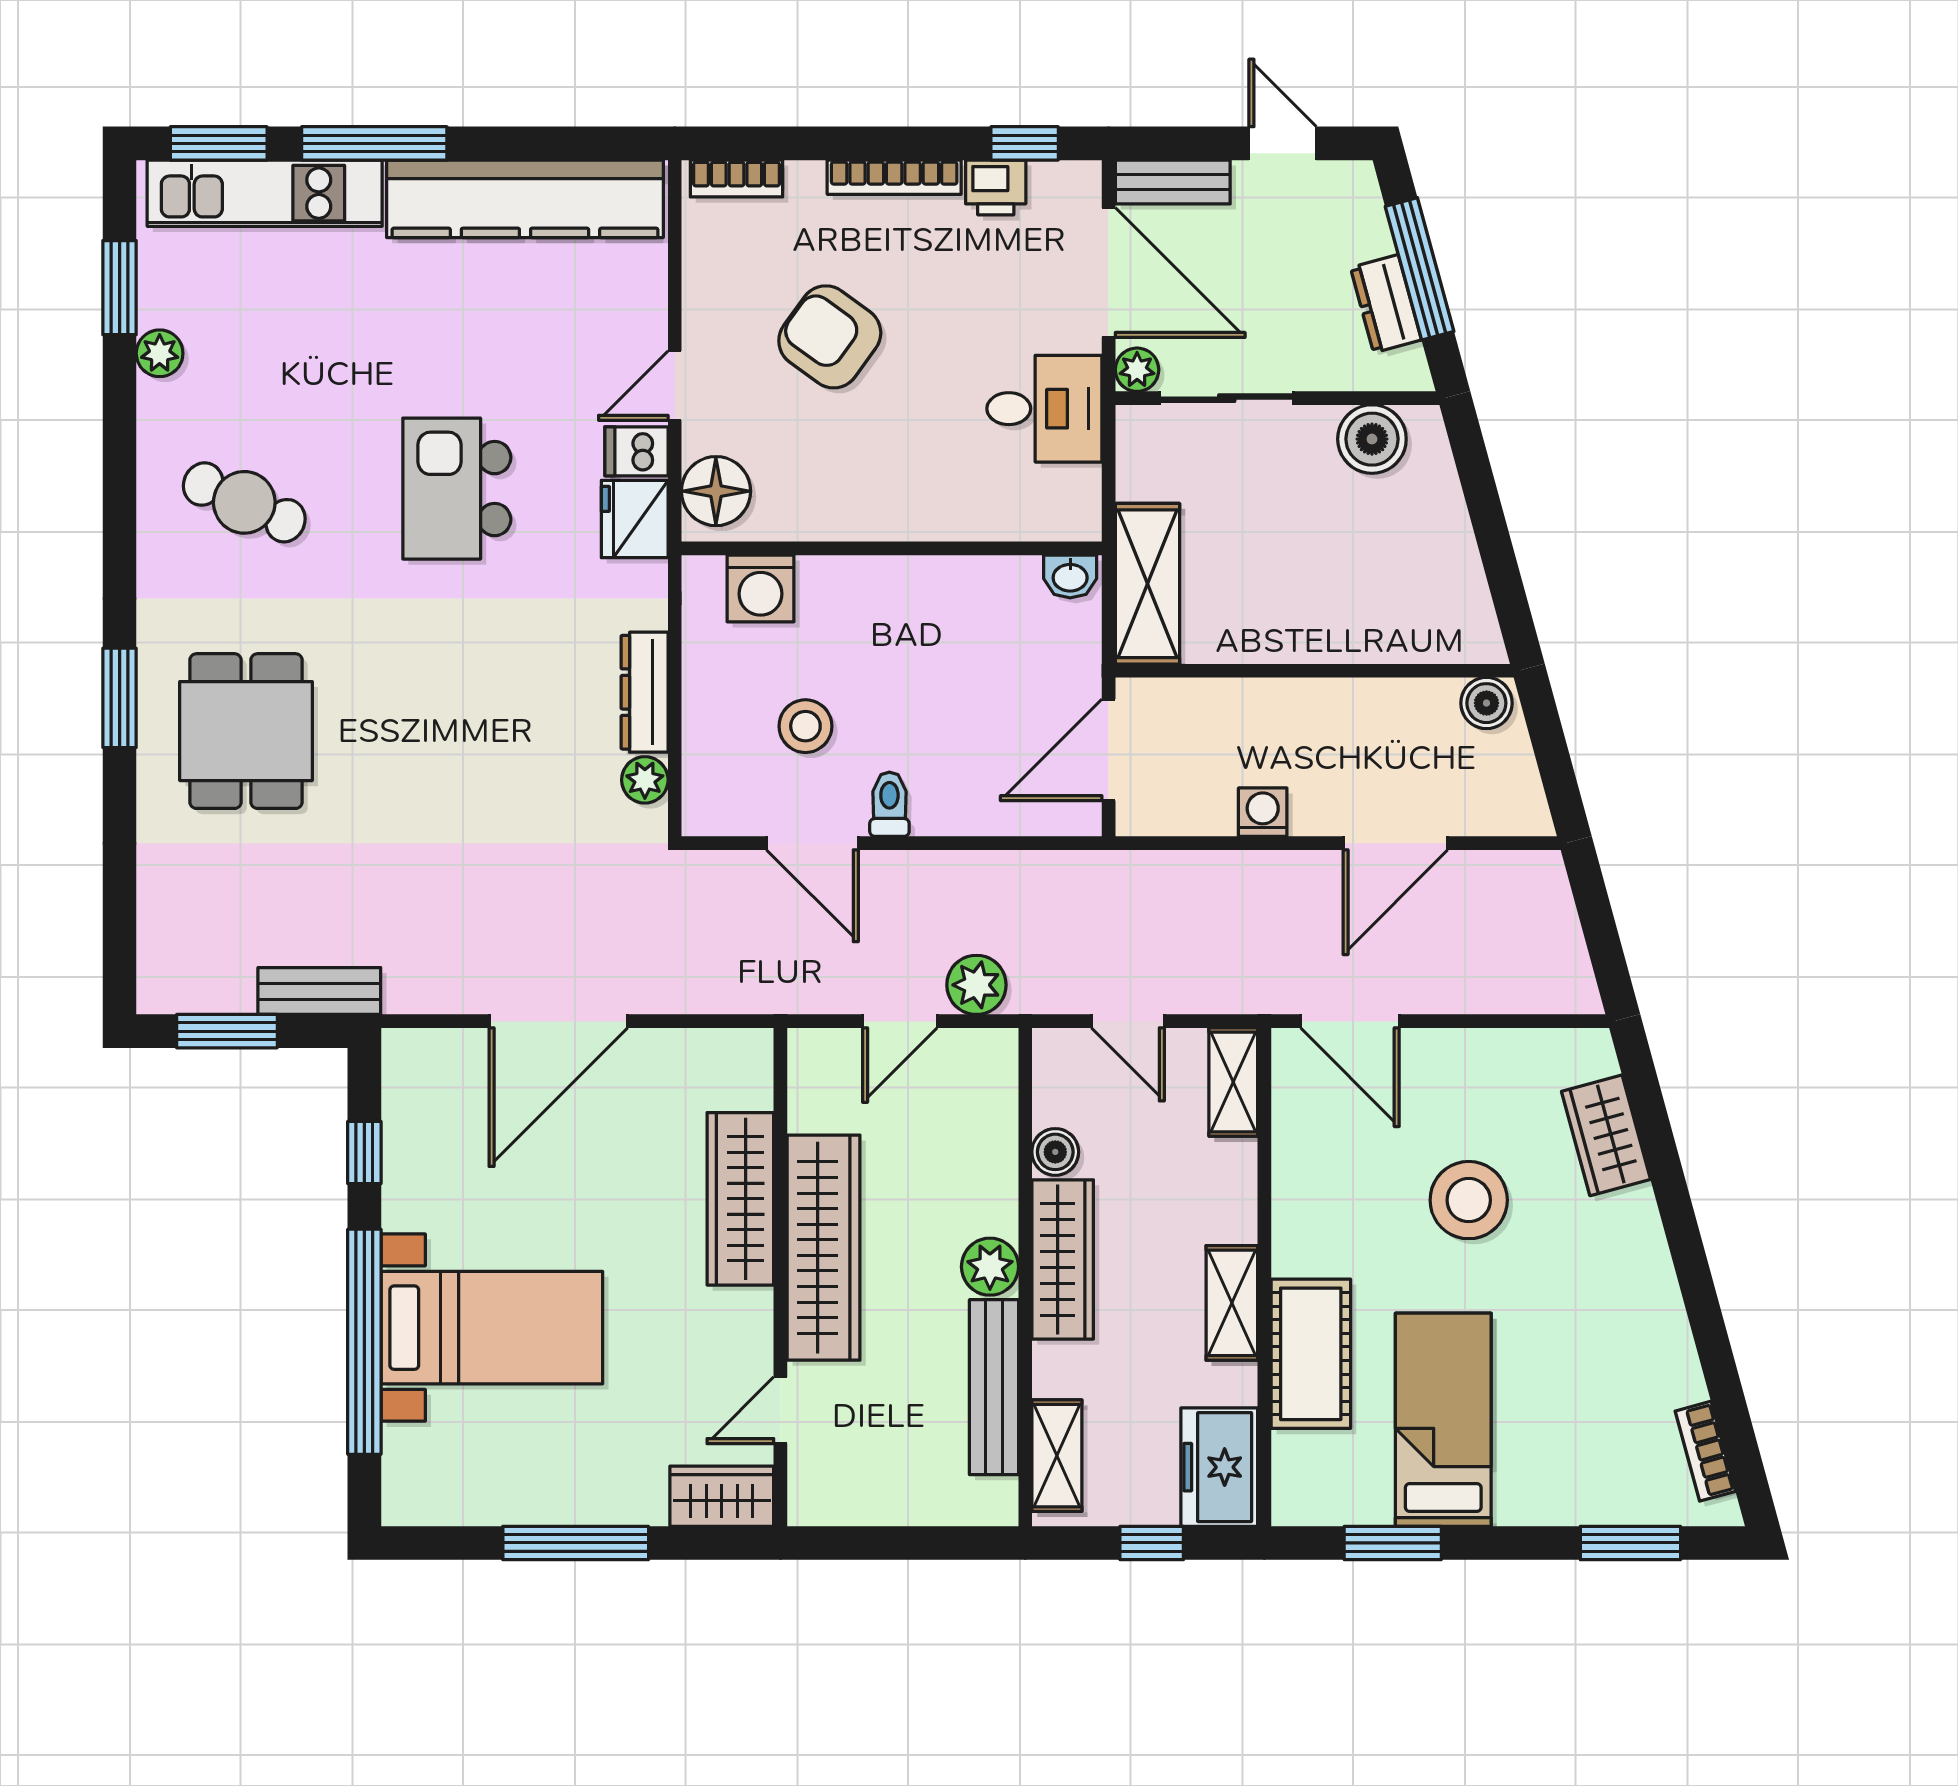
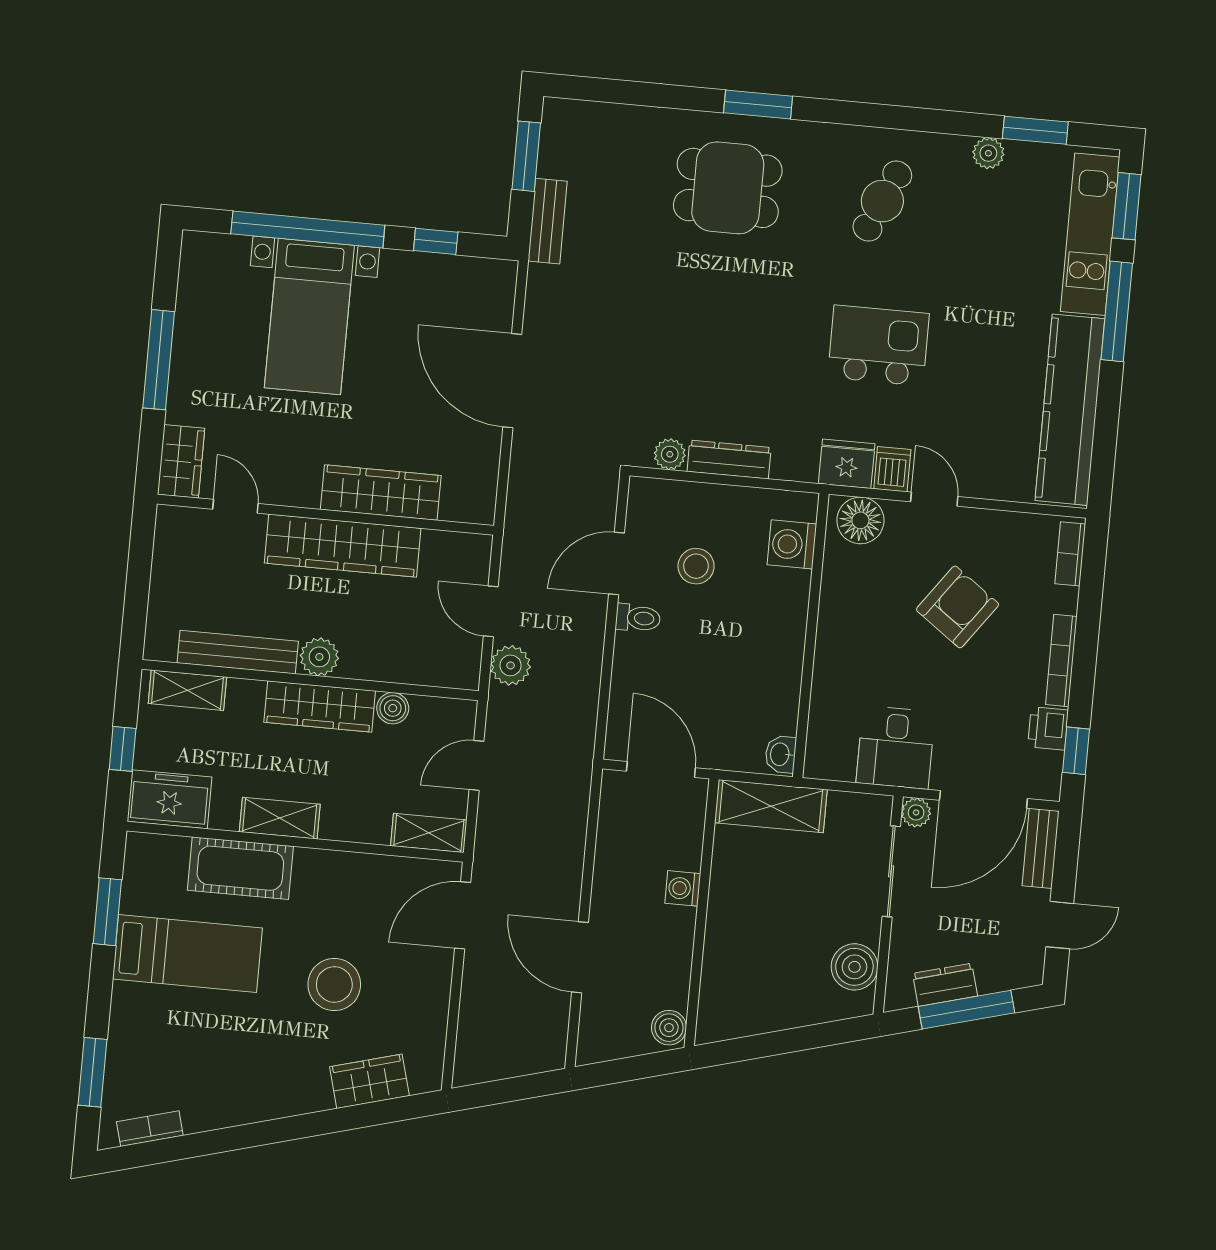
washing machine: (1263, 812) -> (683, 888), moved, turned 180

